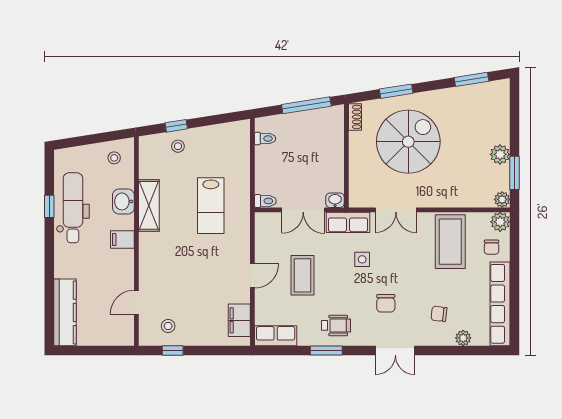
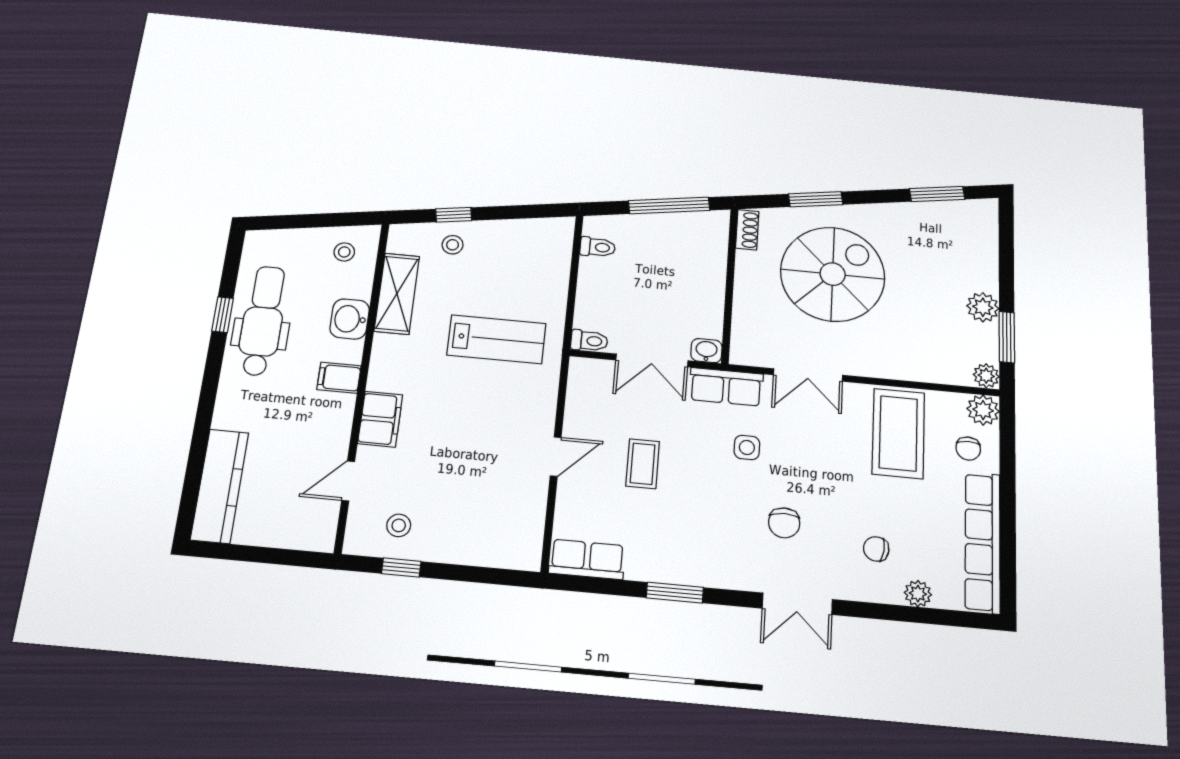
shelving: (149, 205) -> (397, 294), moved
lab bench: (211, 206) -> (497, 339), turned -90
coffee table: (303, 275) -> (643, 464), width x0.73, depth x0.77
filing cabinet: (239, 320) -> (380, 419), moved, turned 180
wheelchair: (336, 325) -> (695, 552), removed

